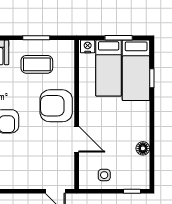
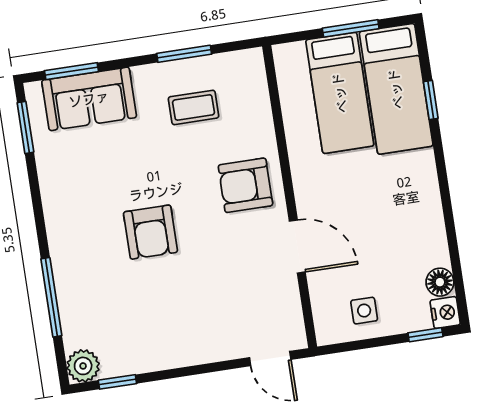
nightstand: (88, 46) -> (445, 312), moved, turned 90
coffee table: (37, 64) -> (194, 107), width x0.73, depth x0.77
armchair: (56, 106) -> (245, 185), width x0.73, depth x0.73
floor lamp: (143, 148) -> (440, 282), moved

